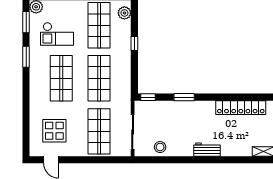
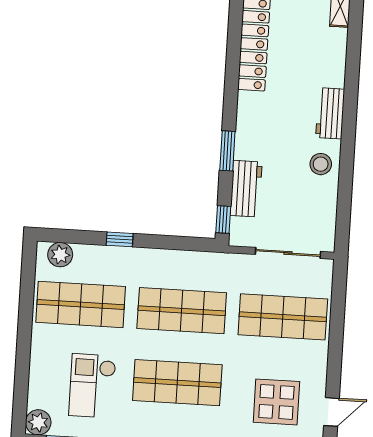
checkout: (57, 34) -> (92, 386), turned 180
workbench: (165, 108) -> (246, 189), added
stool: (160, 147) -> (321, 164), moved

